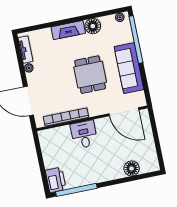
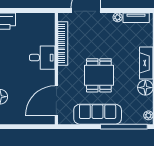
dining table: (90, 75) -> (99, 75), turned 90

